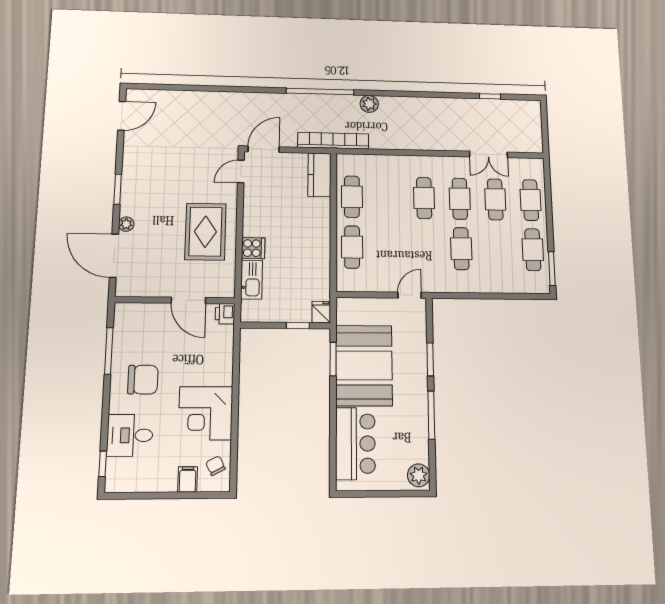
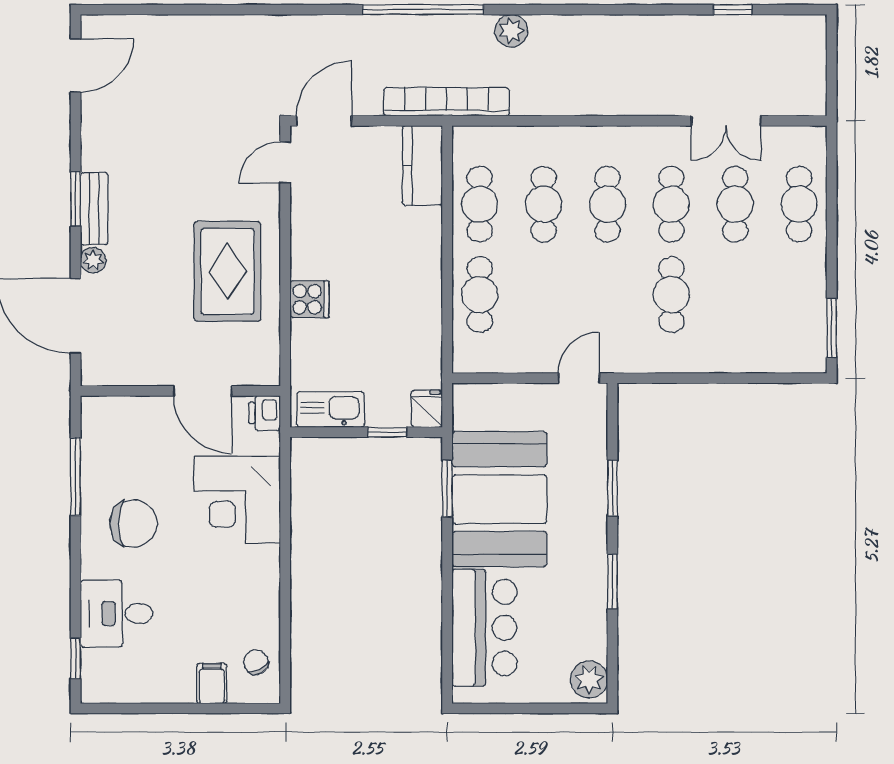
bench: (128, 195) -> (94, 209), added
cafe table: (533, 250) -> (544, 204), moved
kitchen sink: (252, 280) -> (331, 409), moved, turned -90
corner desk: (205, 413) -> (237, 500), moved
window: (431, 415) -> (612, 582), width x0.69

